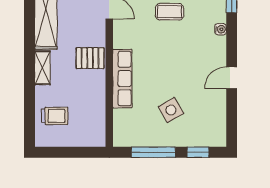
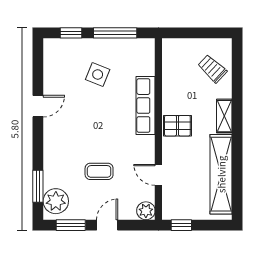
water cooler: (220, 29) -> (49, 154), removed
side table: (171, 110) -> (98, 74), turned -38
trolley: (55, 116) -> (212, 69), turned 43

